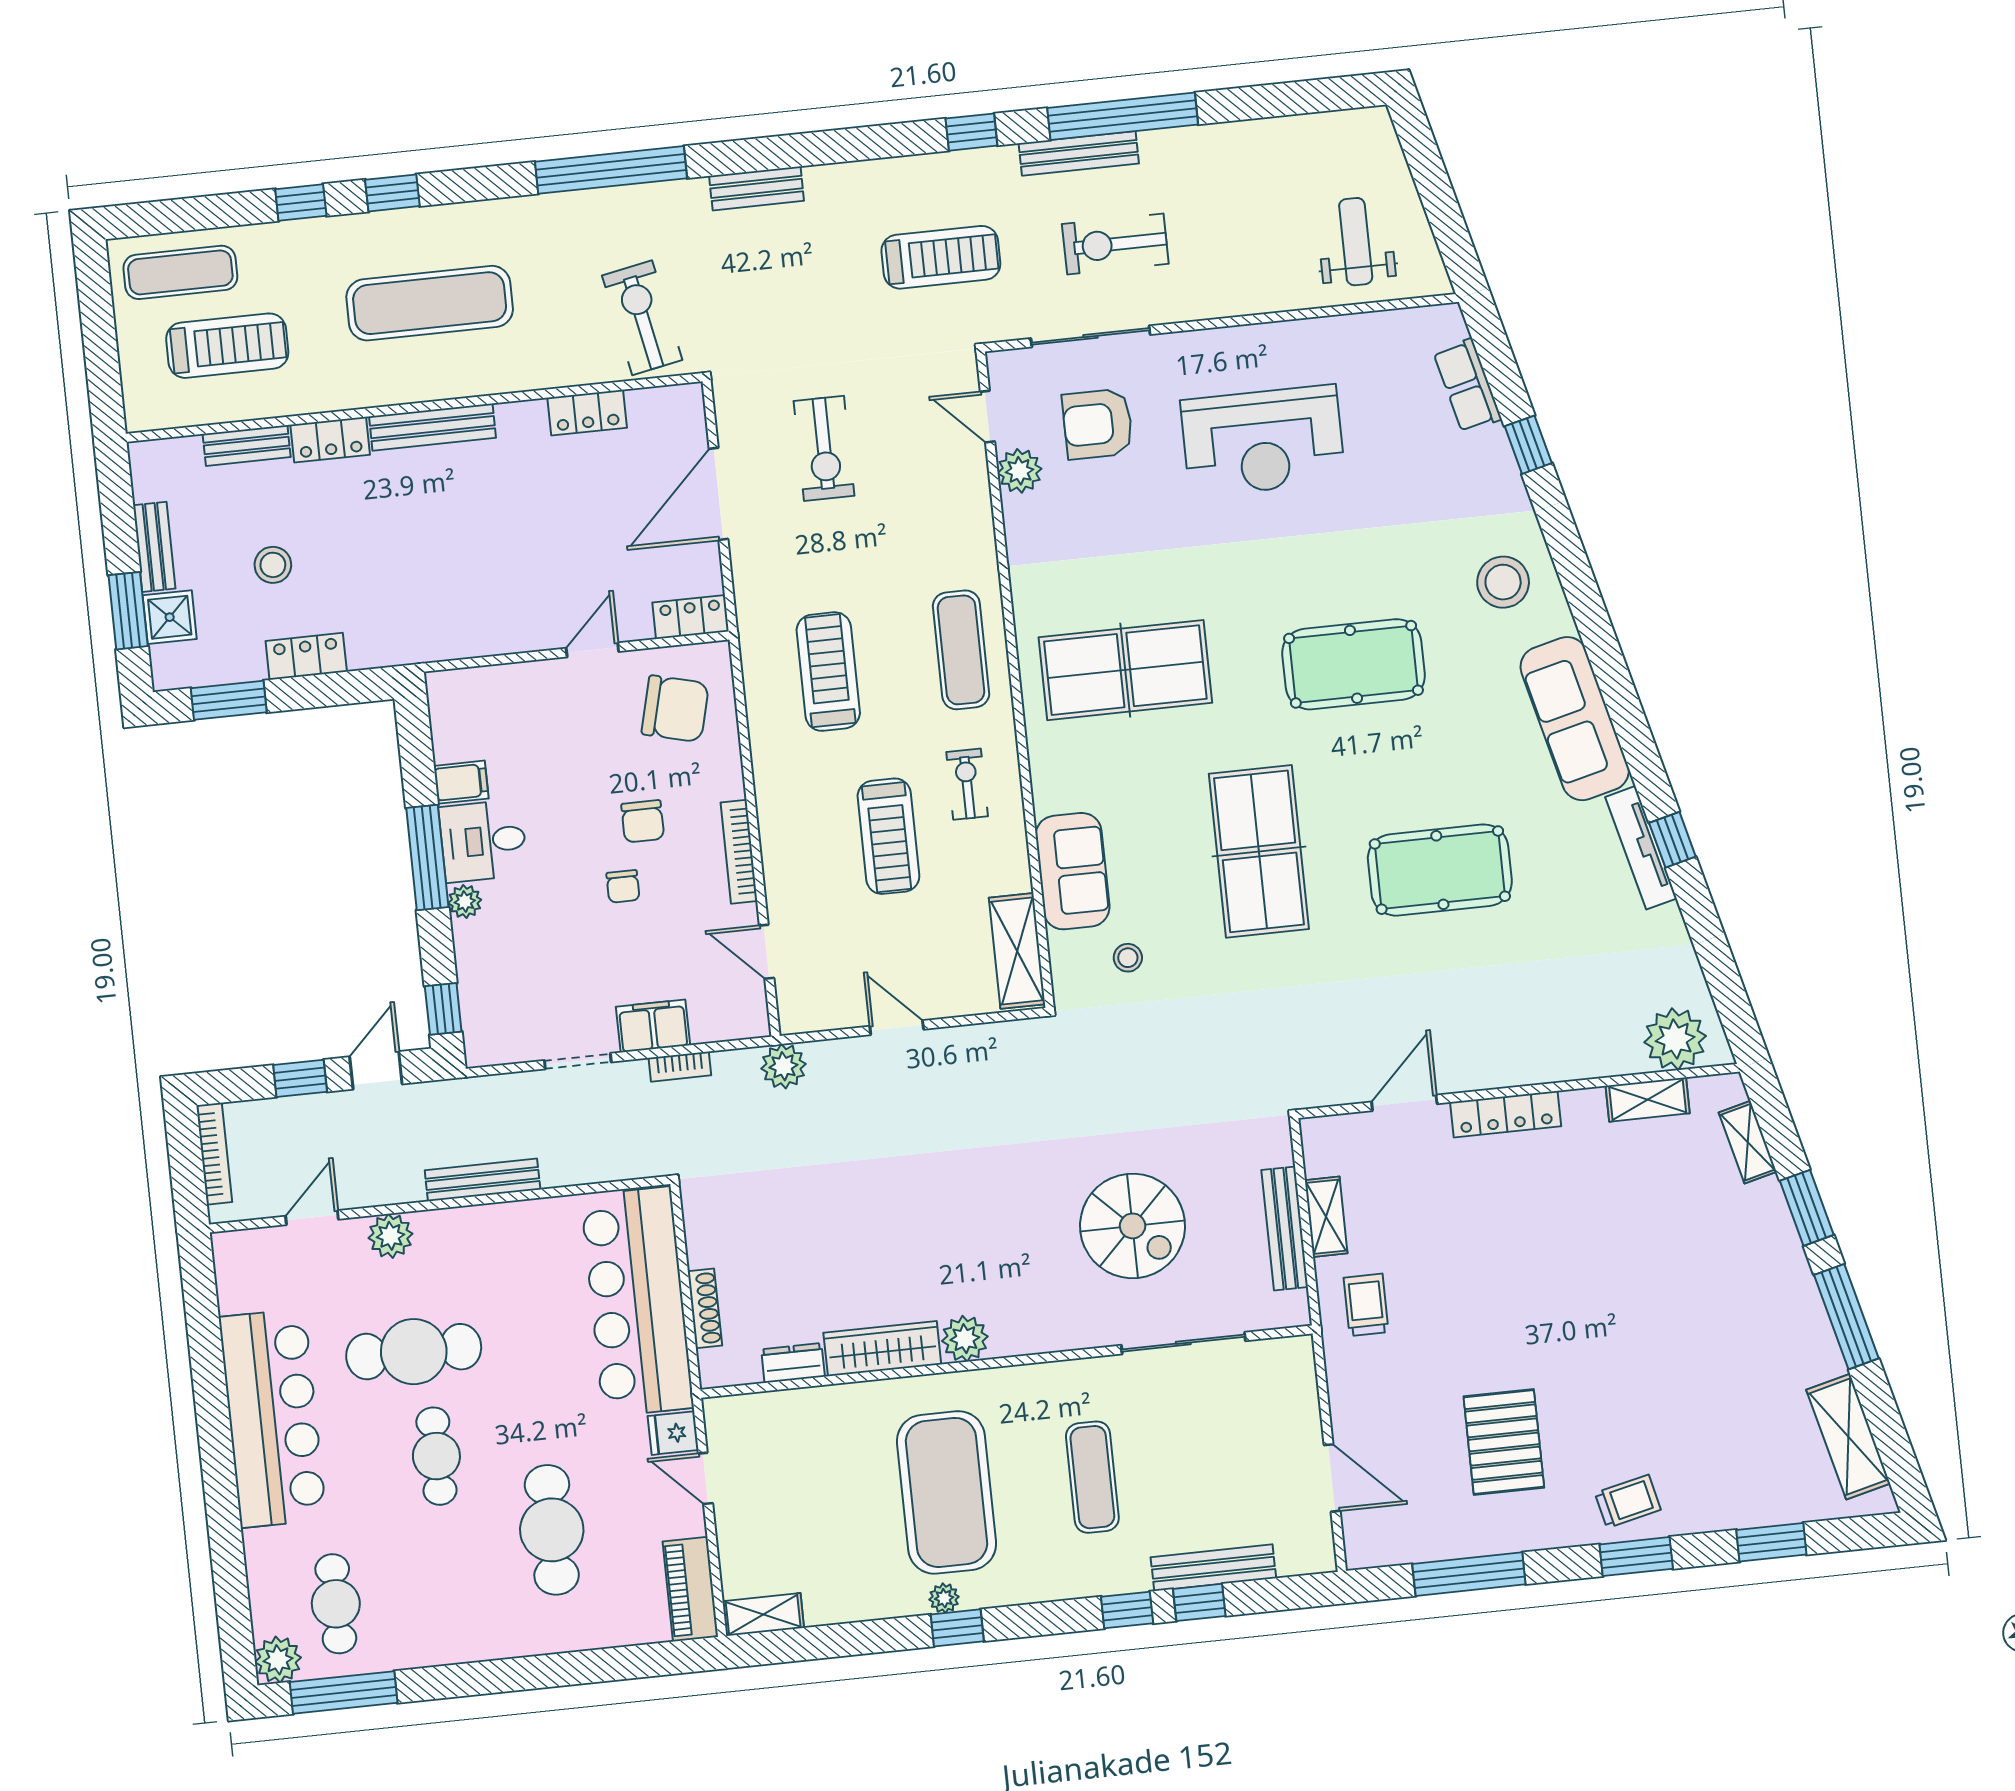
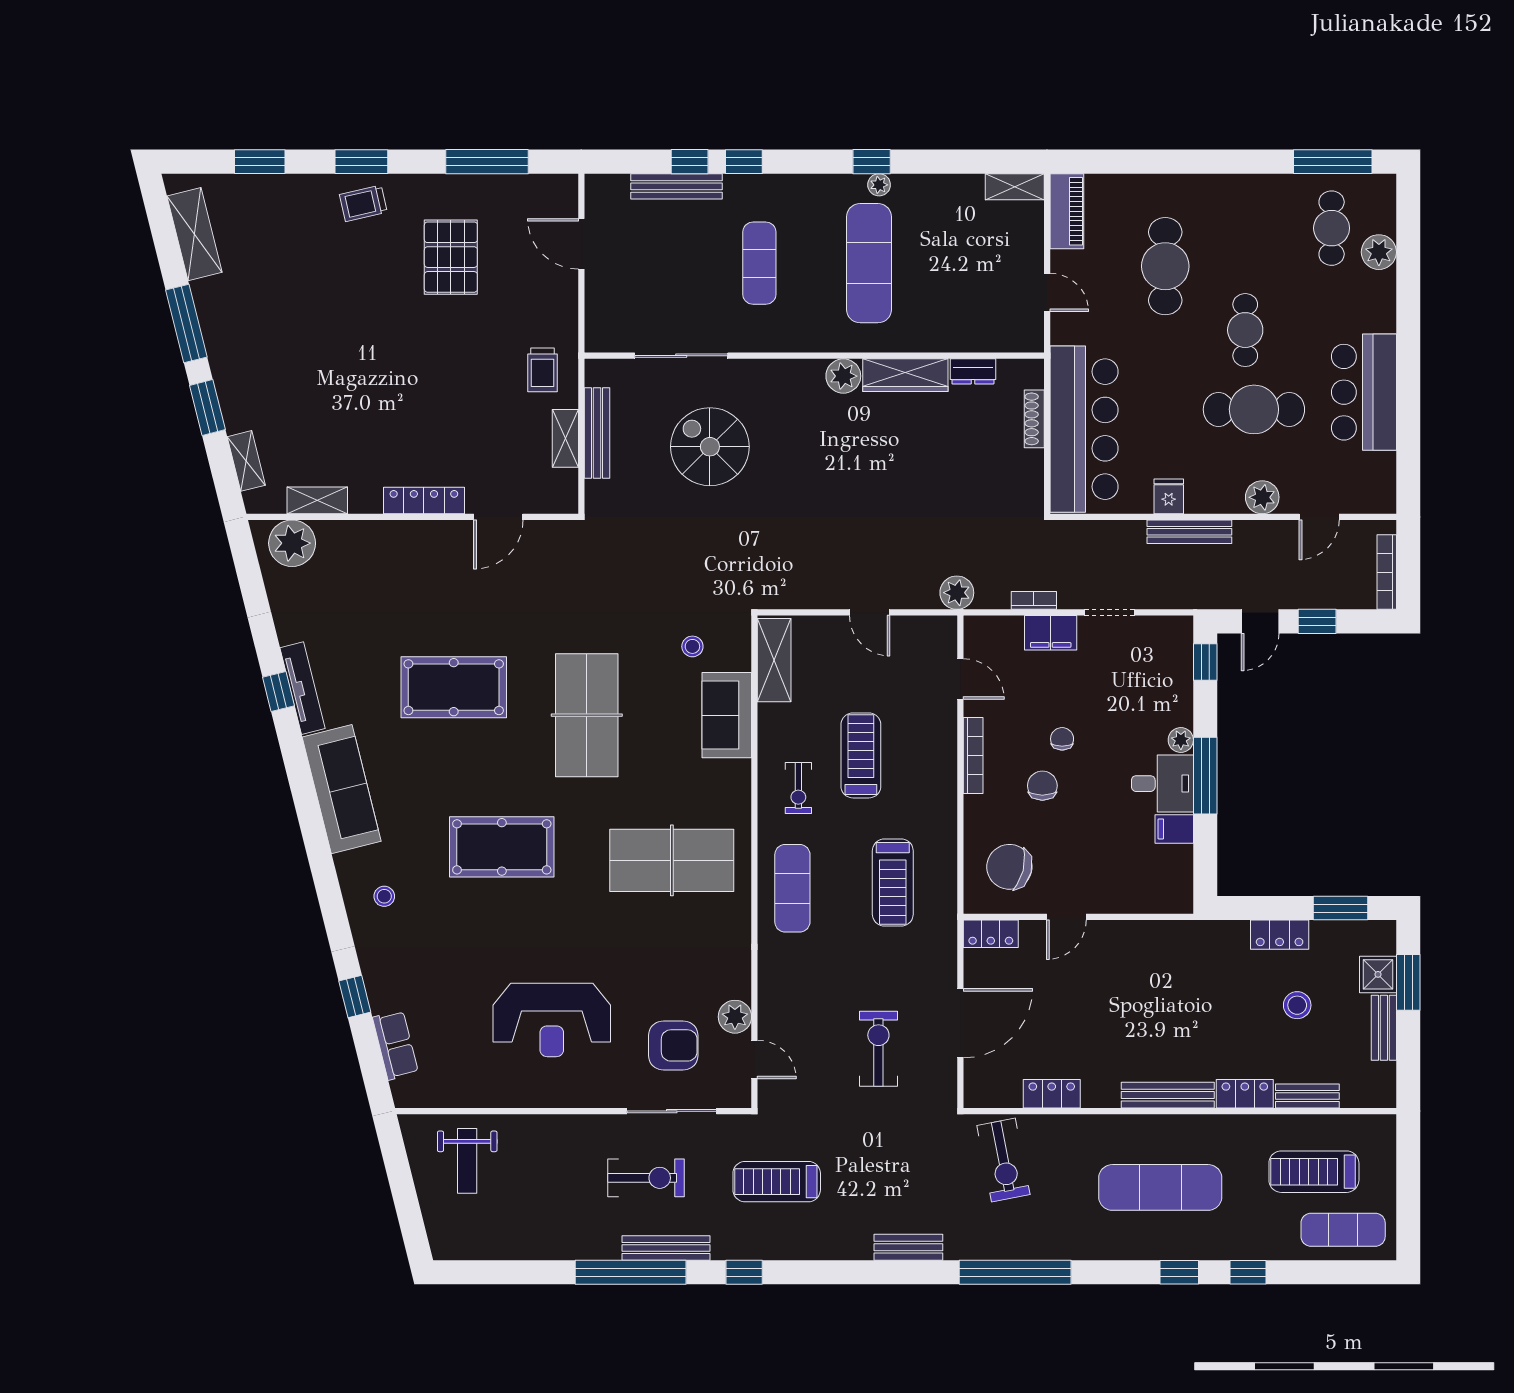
reception desk: (1263, 441) -> (552, 1020), turned 180
stool: (1503, 582) -> (384, 896), width x0.53, depth x0.53
bar counter: (273, 1418) -> (1364, 392), width x0.73
fridge: (673, 1433) -> (1169, 496), moved, turned -90
exercise mat: (946, 1492) -> (869, 263), width x0.68
plant: (278, 1660) -> (1379, 252), moved

